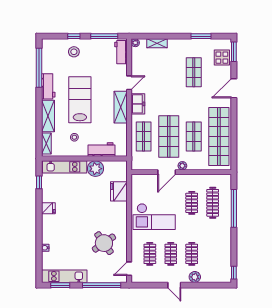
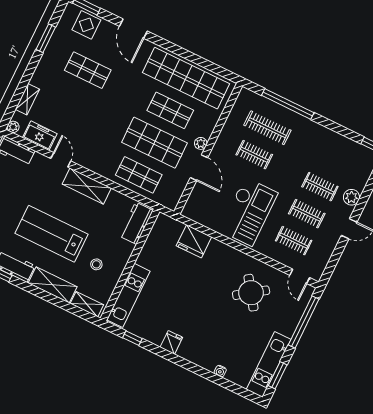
freezer: (138, 104) -> (40, 136), moved
workbench: (102, 150) -> (136, 223), moved
plant: (95, 169) -> (150, 257), removed

